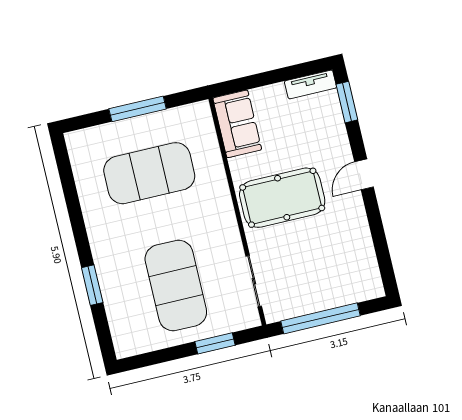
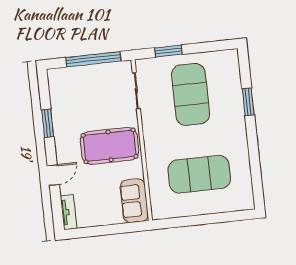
tv unit: (310, 84) -> (69, 212), moved, turned 90
window: (347, 102) -> (48, 123), moved
window: (138, 109) -> (202, 220), removed
door: (364, 174) -> (53, 175), moved

